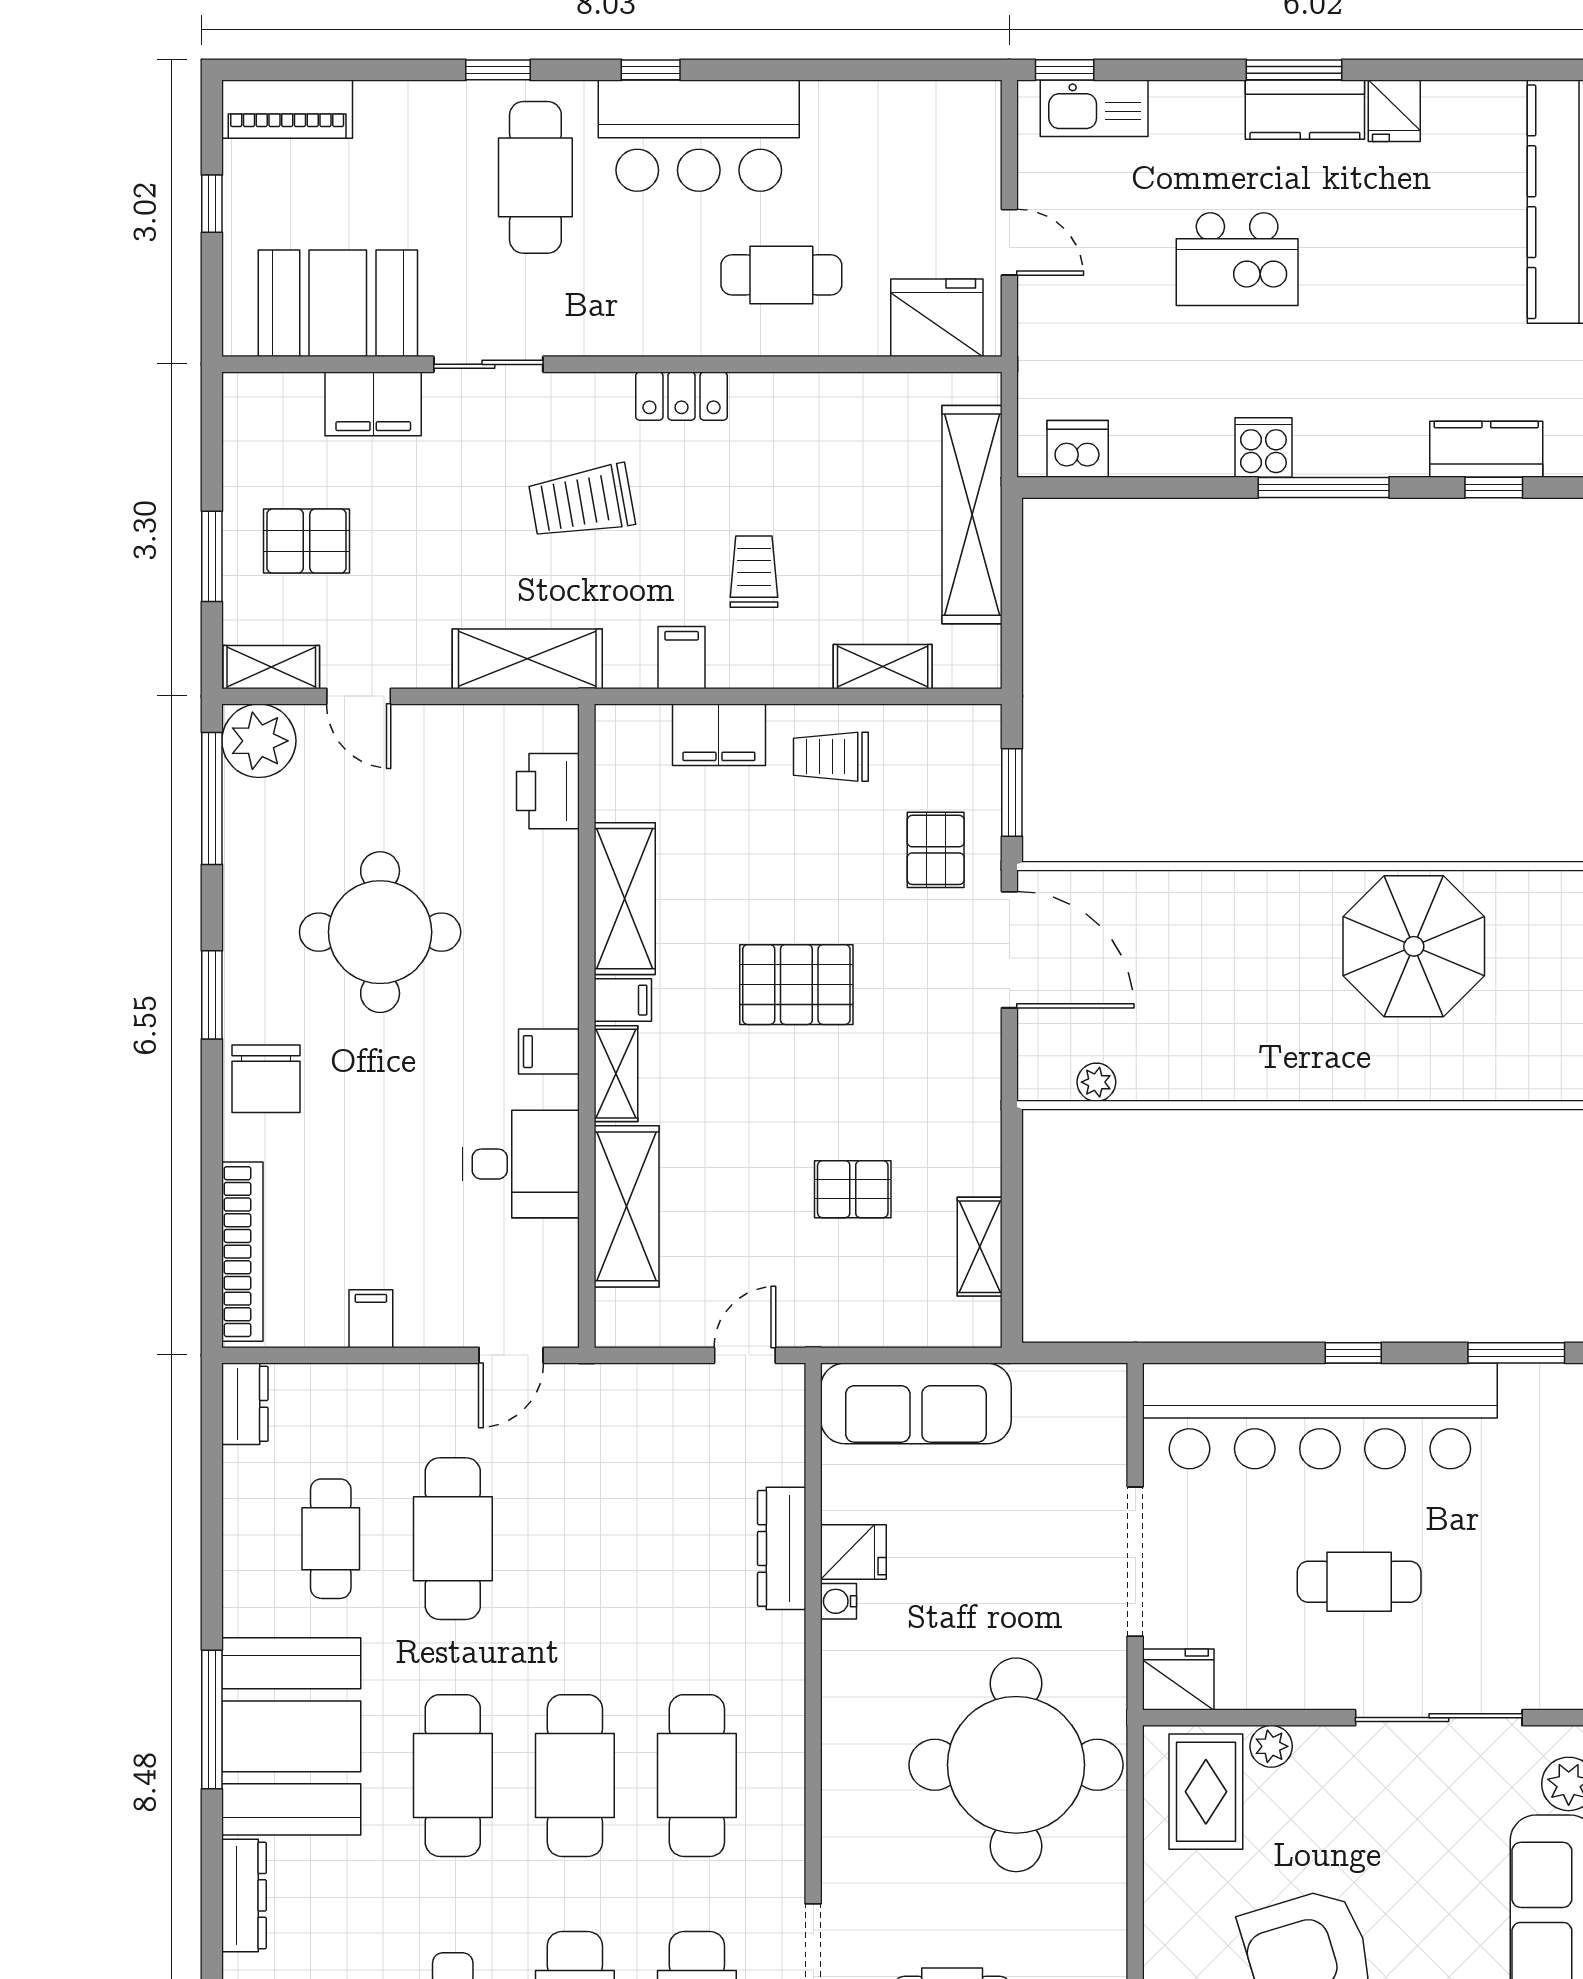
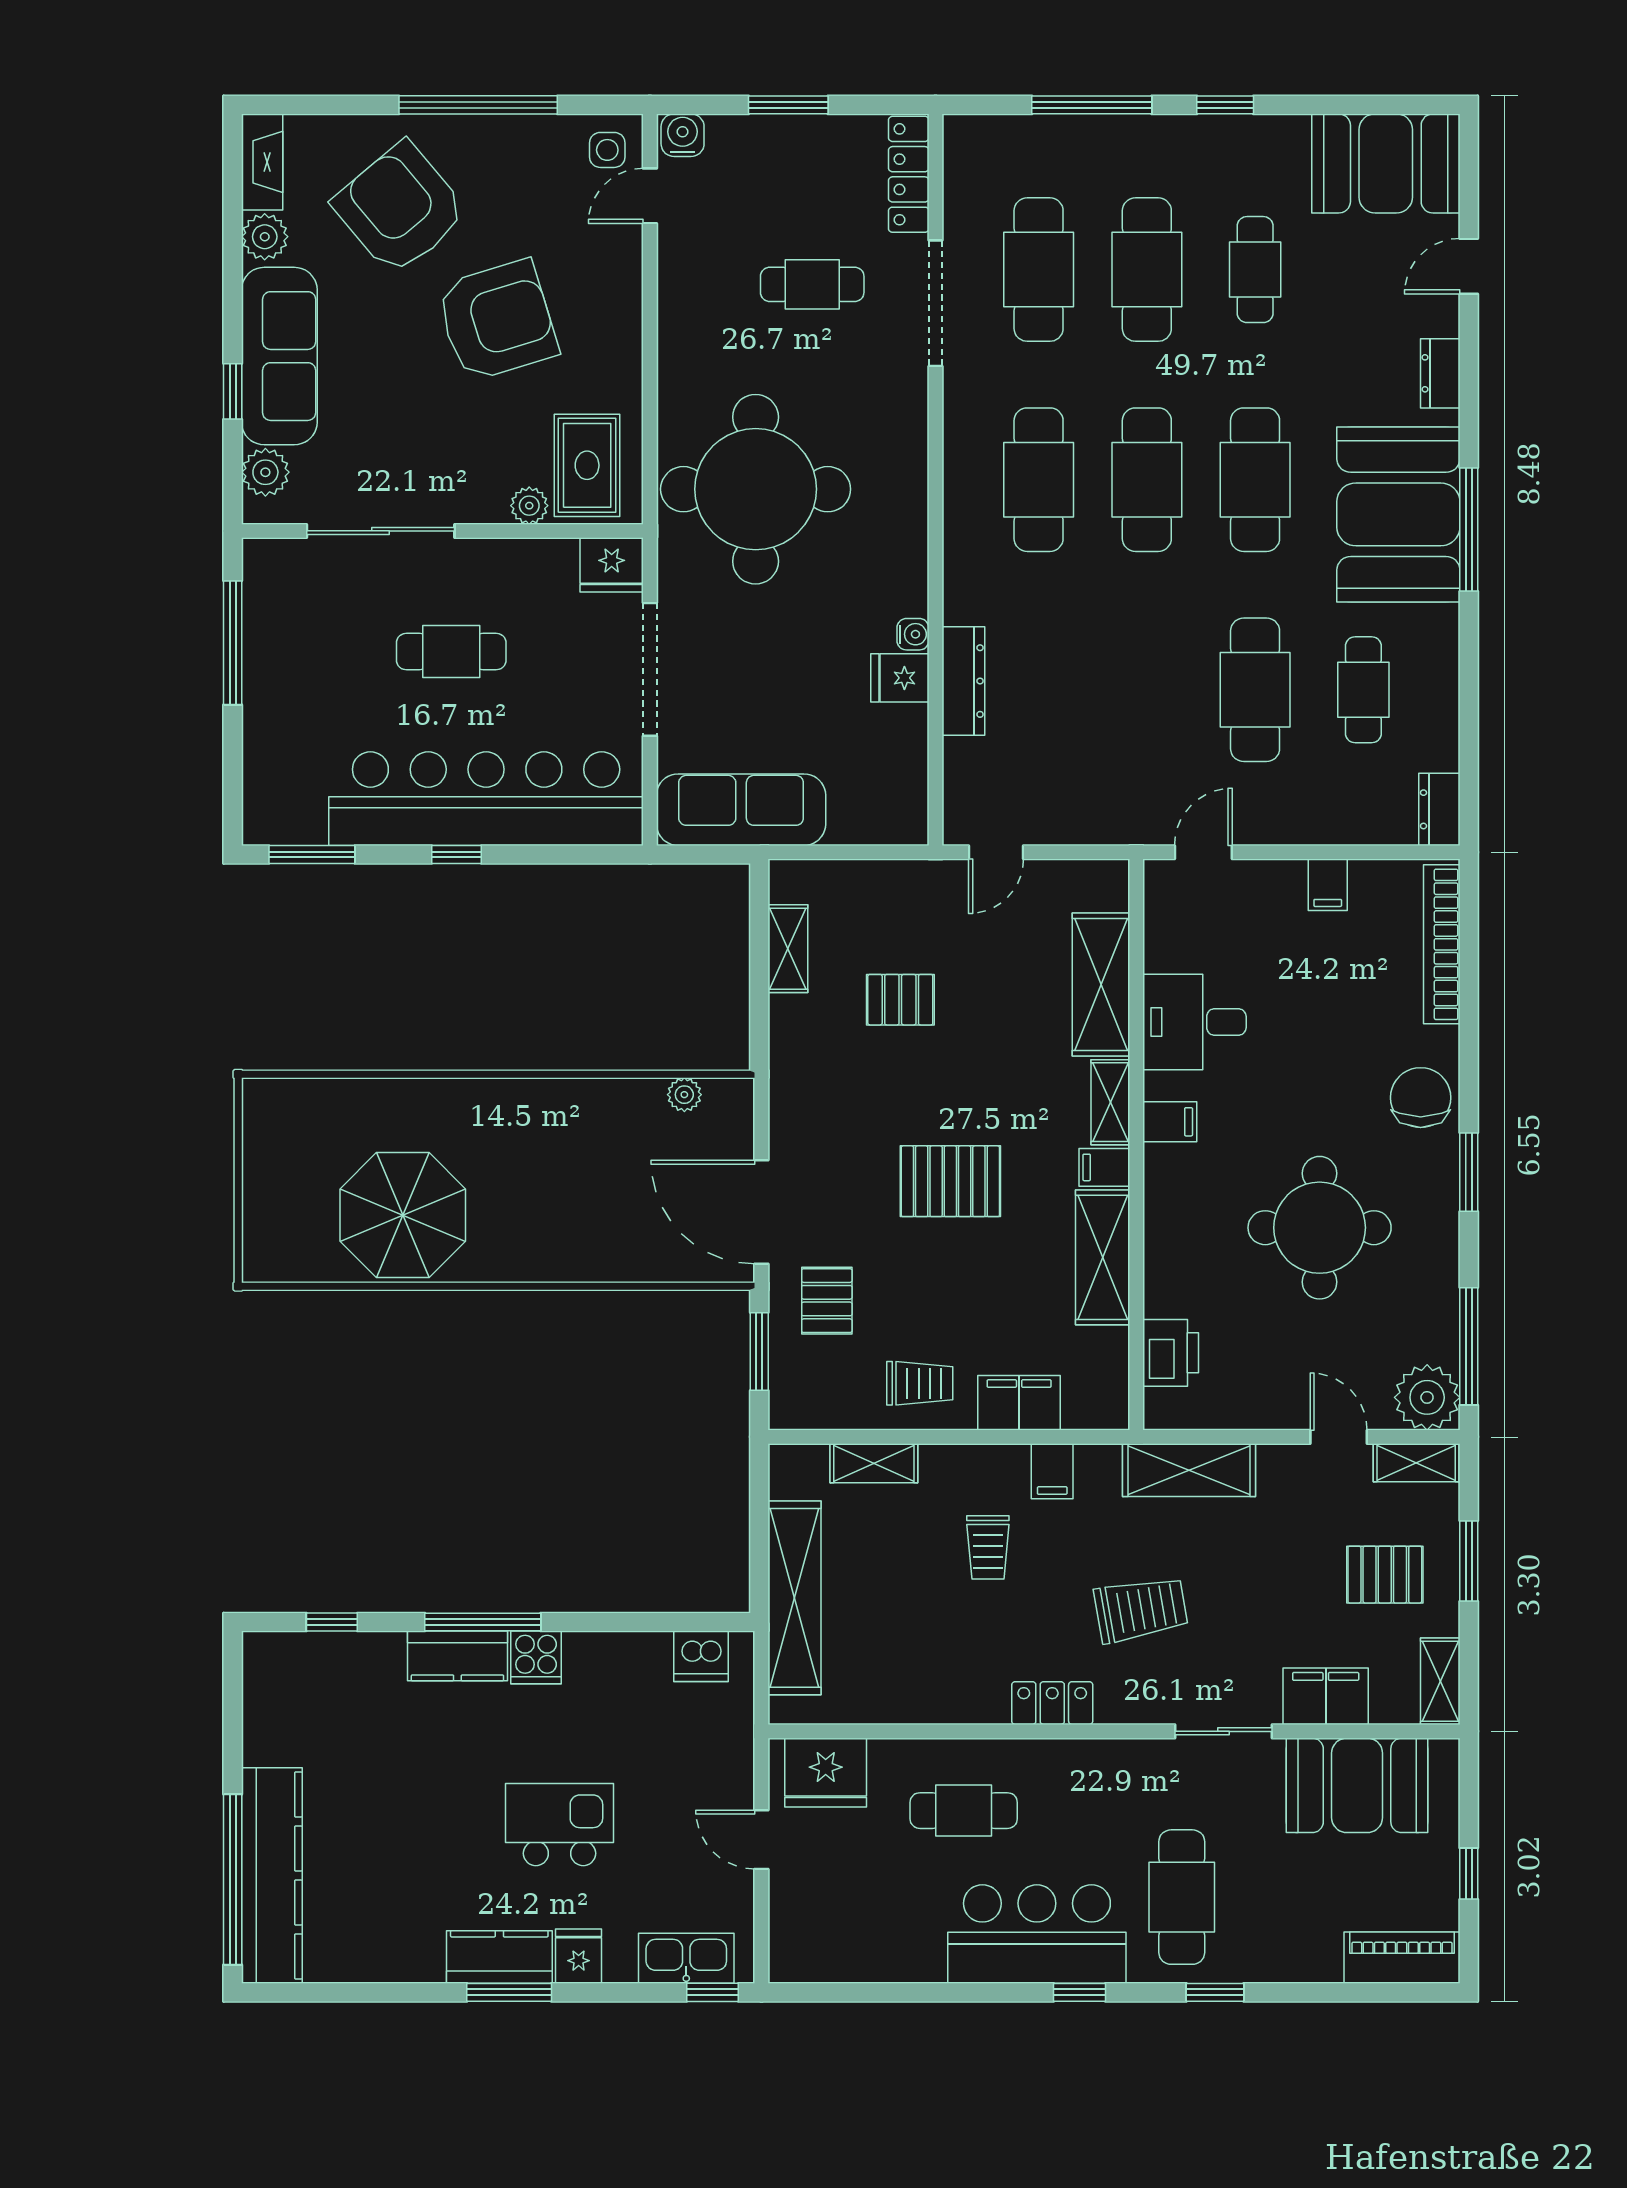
fridge: (1394, 111) -> (579, 1956), moved
shelving: (244, 421) -> (1440, 1681), added
kitchen counter: (1486, 449) -> (457, 1656), moved
sofa: (916, 1403) -> (741, 810), moved
dresser: (244, 1895) -> (1440, 373), width x0.70

